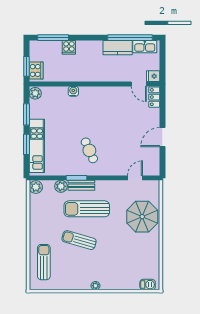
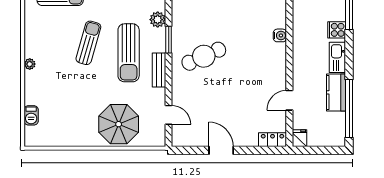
kitchen sink: (145, 47) -> (337, 57), moved
door: (139, 84) -> (289, 100), moved
cafe table: (89, 150) -> (204, 56), width x1.37, depth x1.35
bench: (81, 185) -> (159, 70), moved
sun lounger: (87, 209) -> (129, 53), turned 180
barbecue: (148, 285) -> (31, 115), moved

